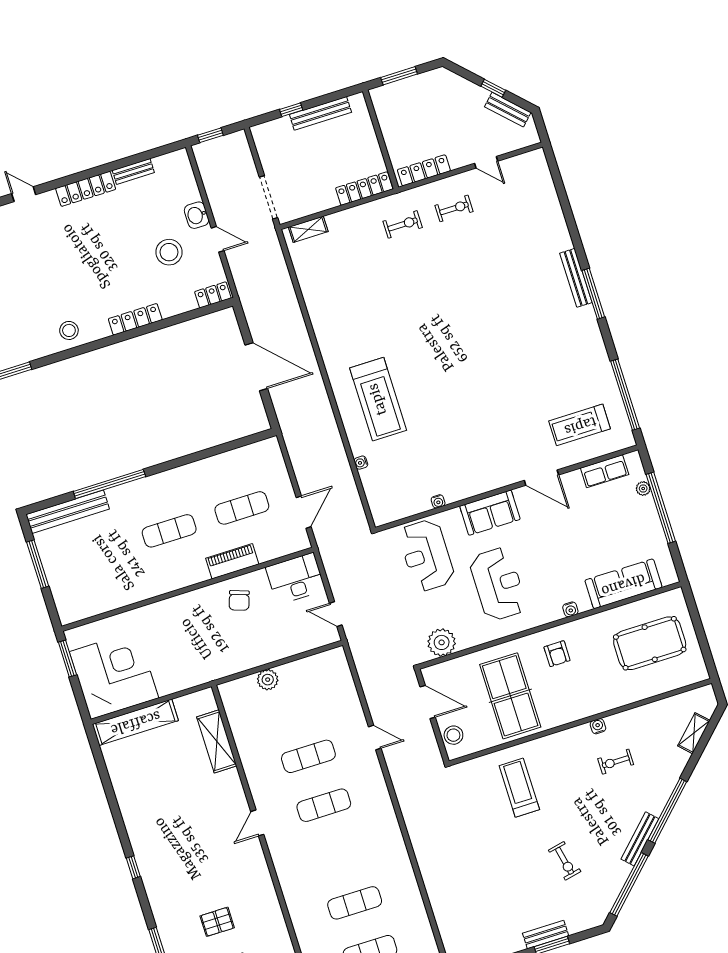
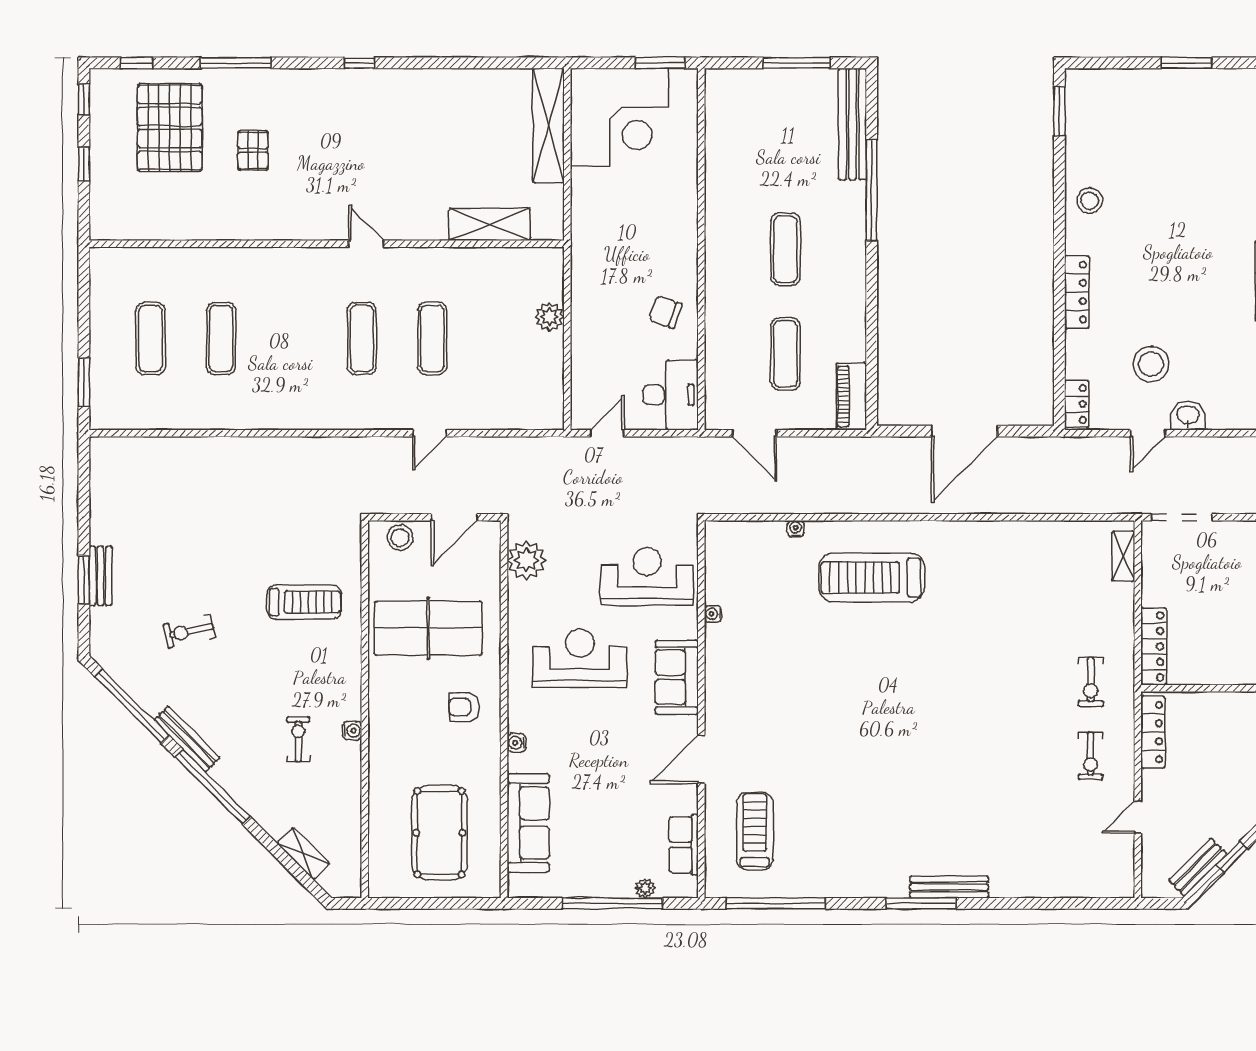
piano: (232, 561) -> (851, 396), moved, turned 180
reception desk: (498, 584) -> (580, 658), turned 180

